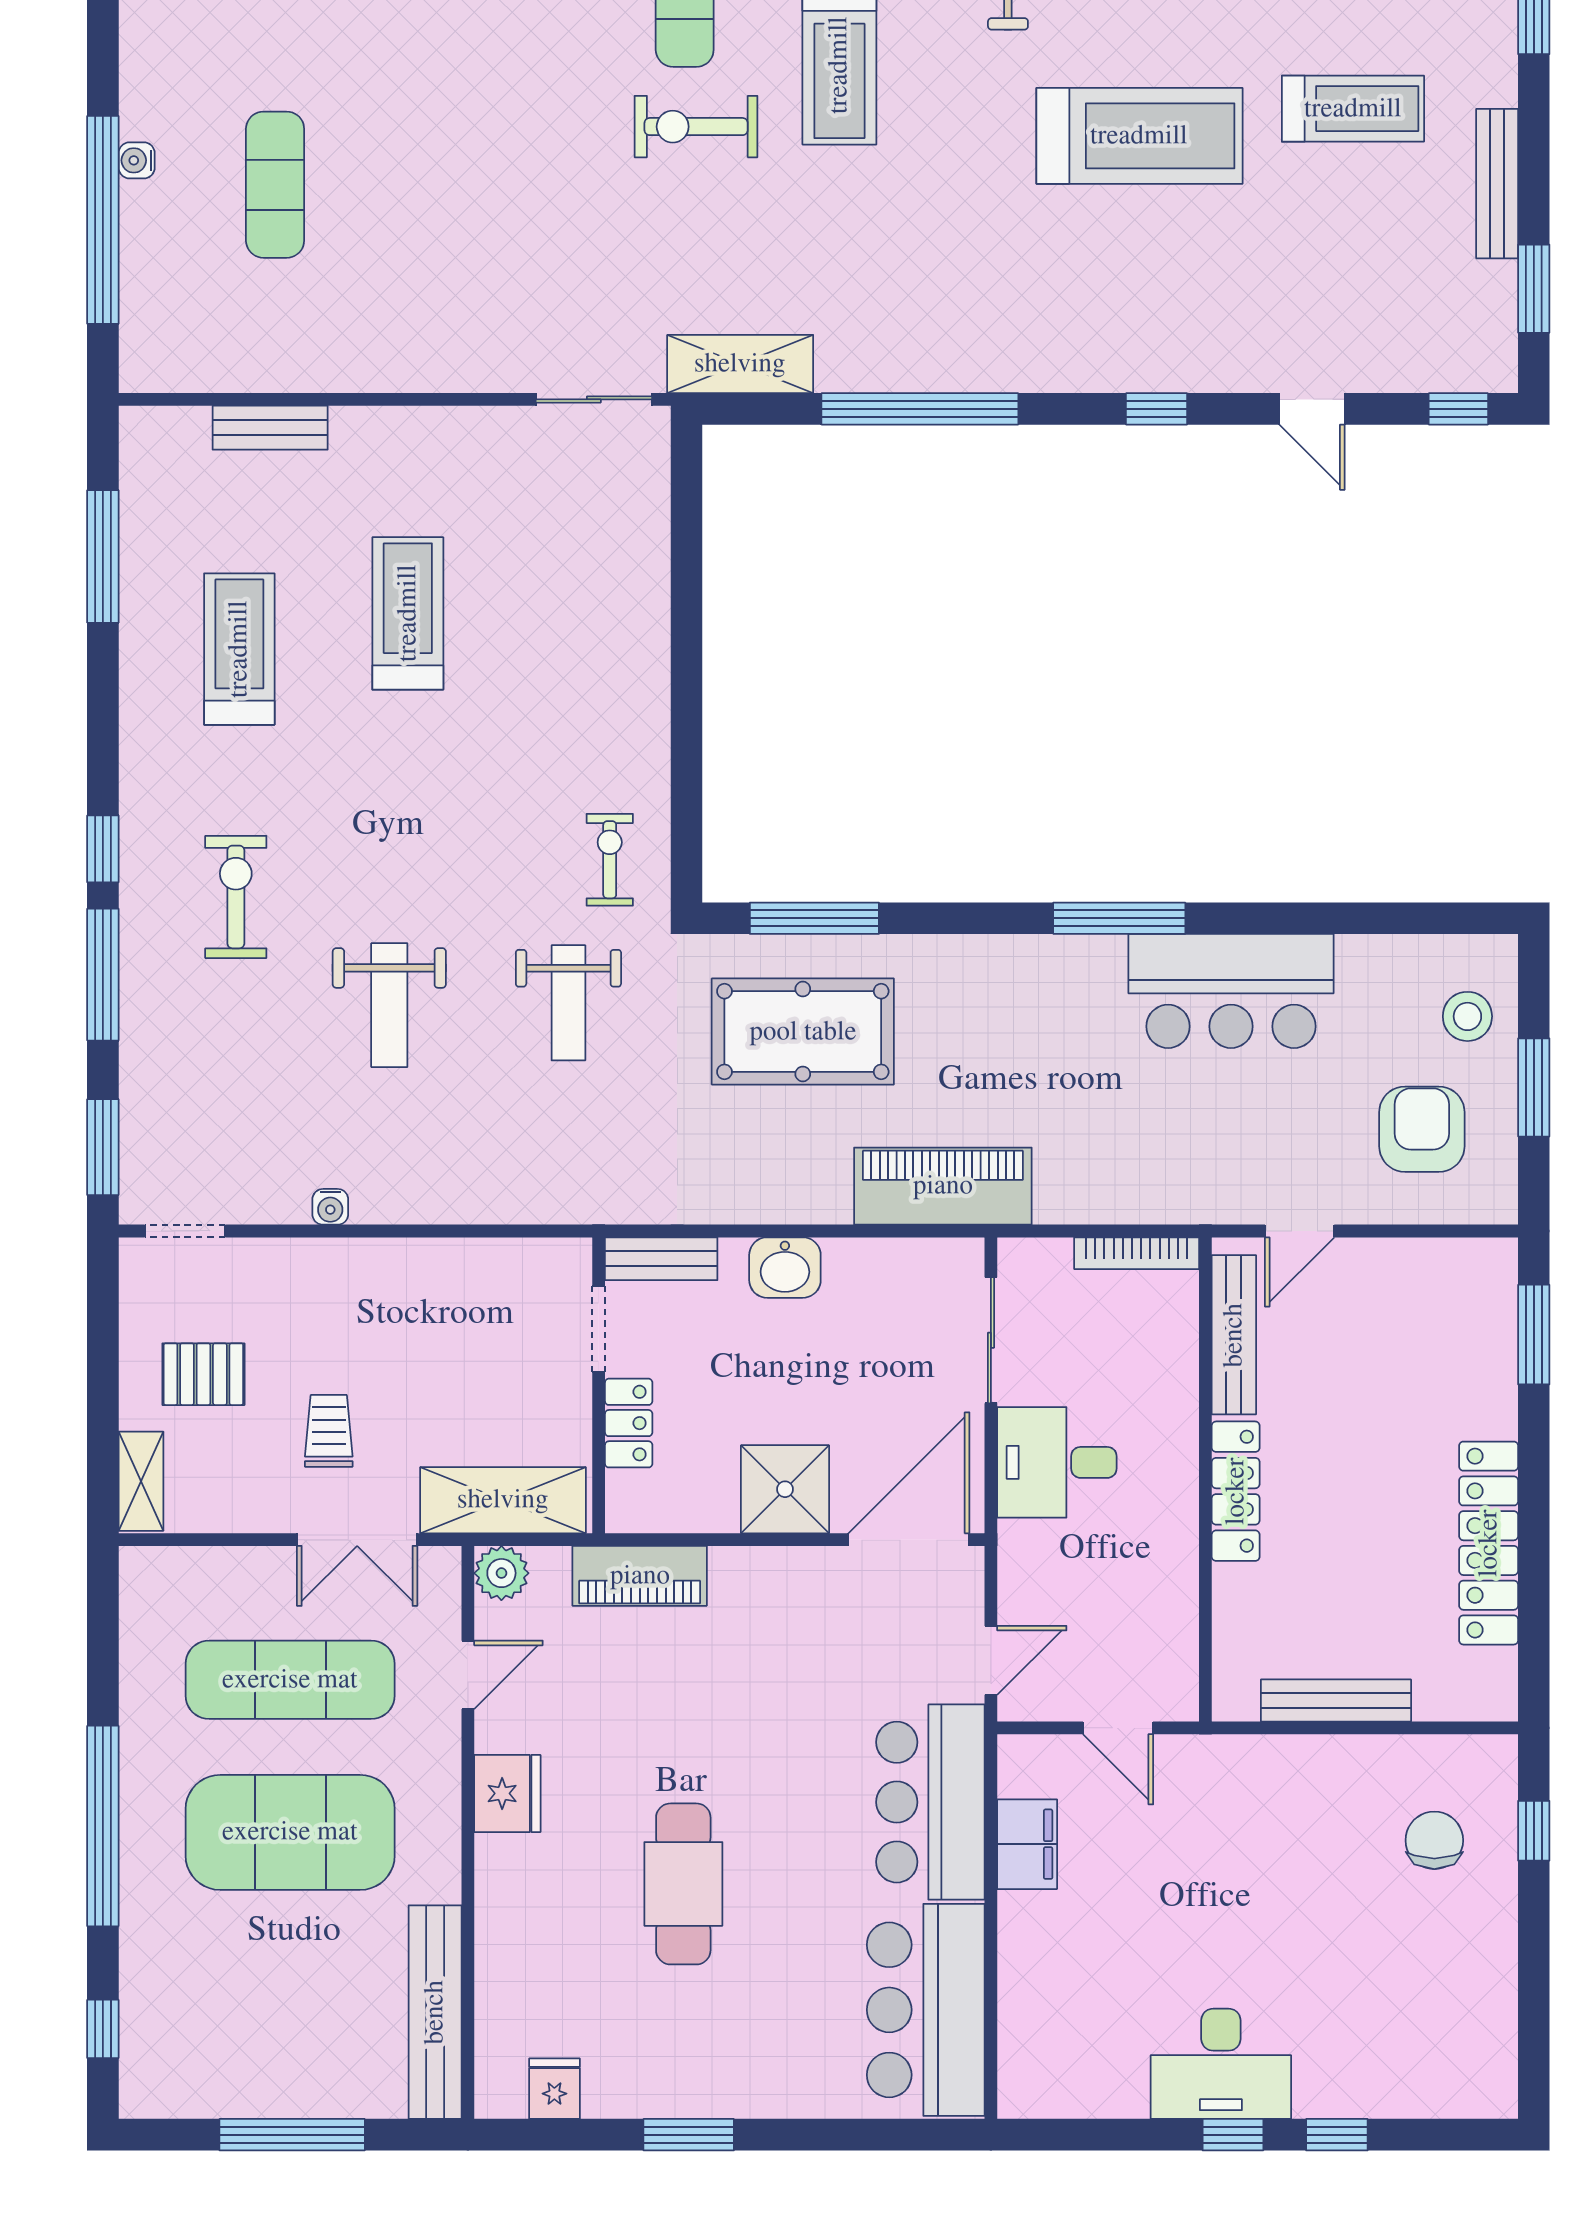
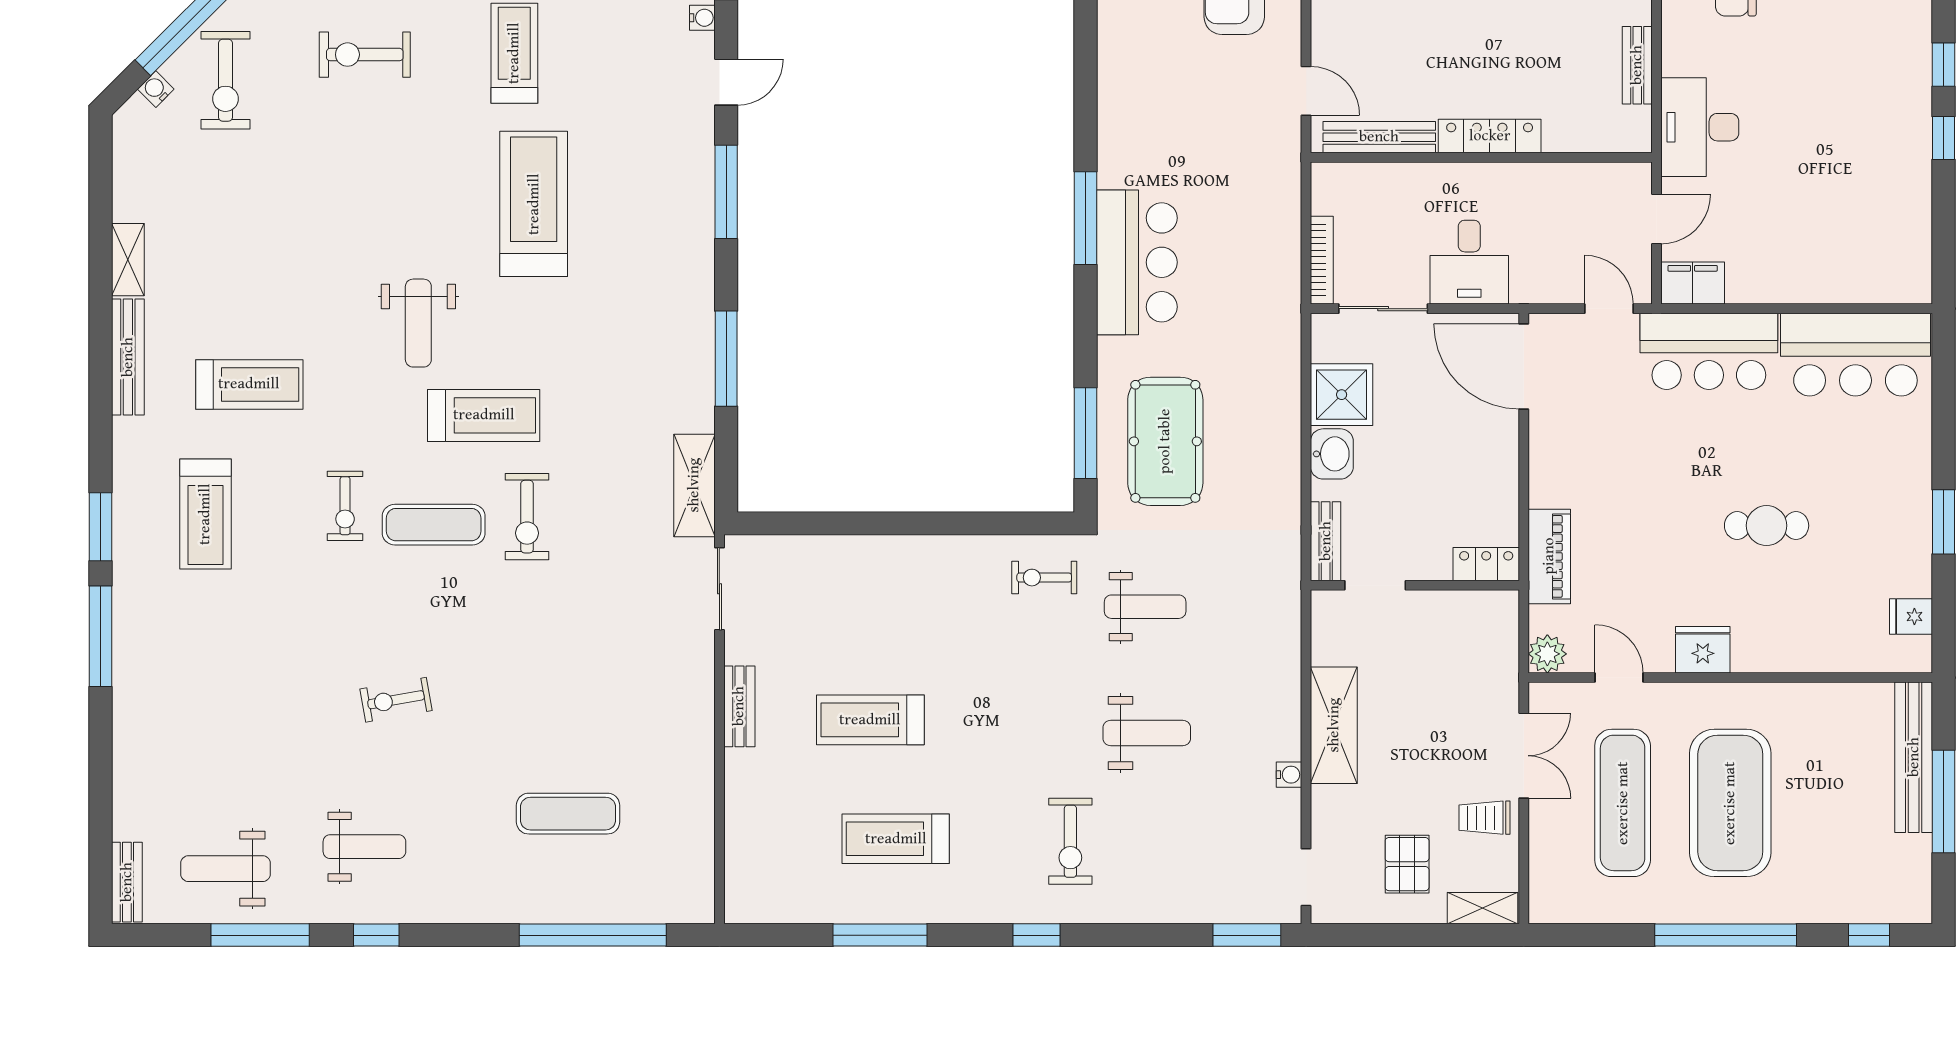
water cooler: (137, 160) -> (702, 18), moved, turned -90
window: (920, 409) -> (726, 359), width x0.68
window: (1157, 409) -> (726, 192), width x2.17
bench: (270, 428) -> (739, 706), moved
window: (103, 556) -> (880, 935), moved
exercise bike: (236, 897) -> (1070, 841), turned -90
window: (103, 975) -> (1125, 935), removed
bar counter: (1231, 991) -> (1137, 262), moved
piano: (943, 1186) -> (1274, 343), removed
bookcase: (1137, 1253) -> (1322, 260), moved
locker: (629, 1423) -> (1486, 564), moved
trolley: (329, 1431) -> (1485, 818), moved
shower: (785, 1489) -> (1342, 395), moved
shelving: (503, 1500) -> (1334, 725), moved
bench: (1336, 1701) -> (1637, 65), width x0.73
filing cabinet: (1027, 1844) -> (1693, 283), moved
cafe table: (683, 1884) -> (1767, 526), width x0.73, depth x0.74
bench: (435, 2012) -> (1914, 757), moved, turned 90
desk: (1221, 2064) -> (1700, 127), moved, turned 180

